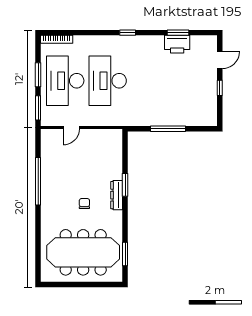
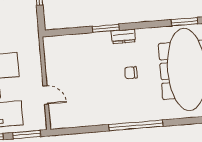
window: (38, 181) -> (136, 125), moved
dresser: (117, 195) -> (123, 36), width x0.70

